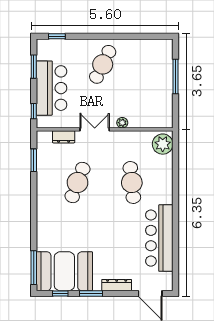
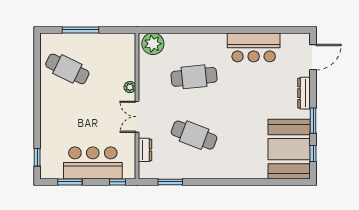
cafe table: (103, 64) -> (67, 69), moved
bar counter: (159, 238) -> (254, 47), width x0.73
window: (34, 268) -> (285, 182), removed

